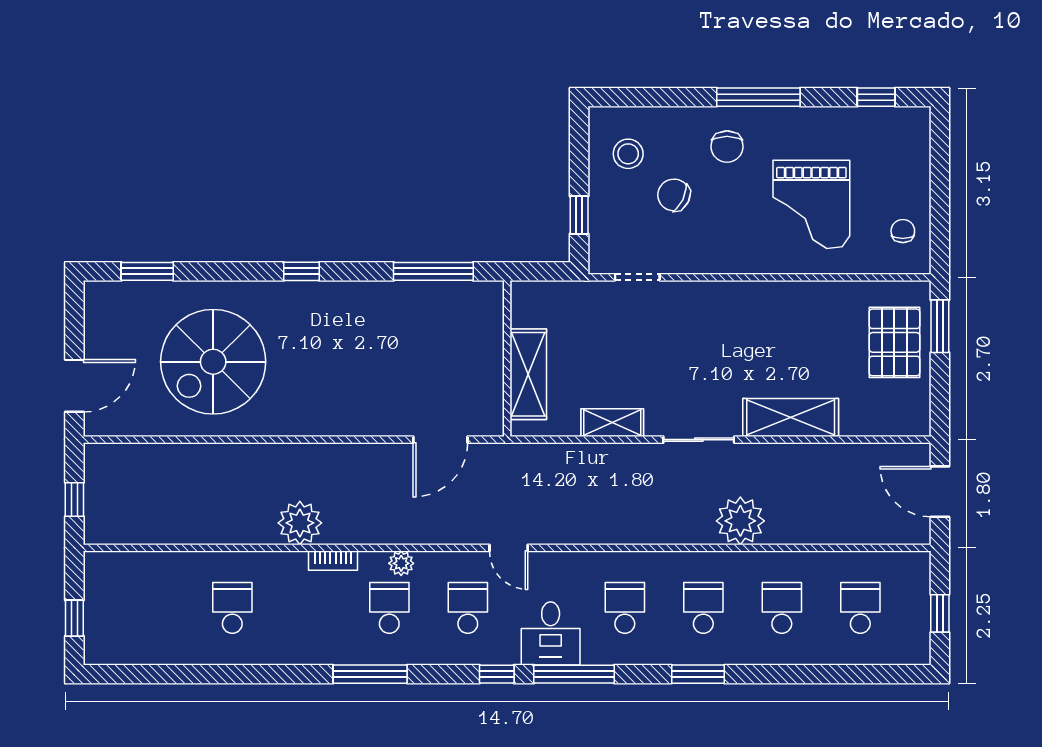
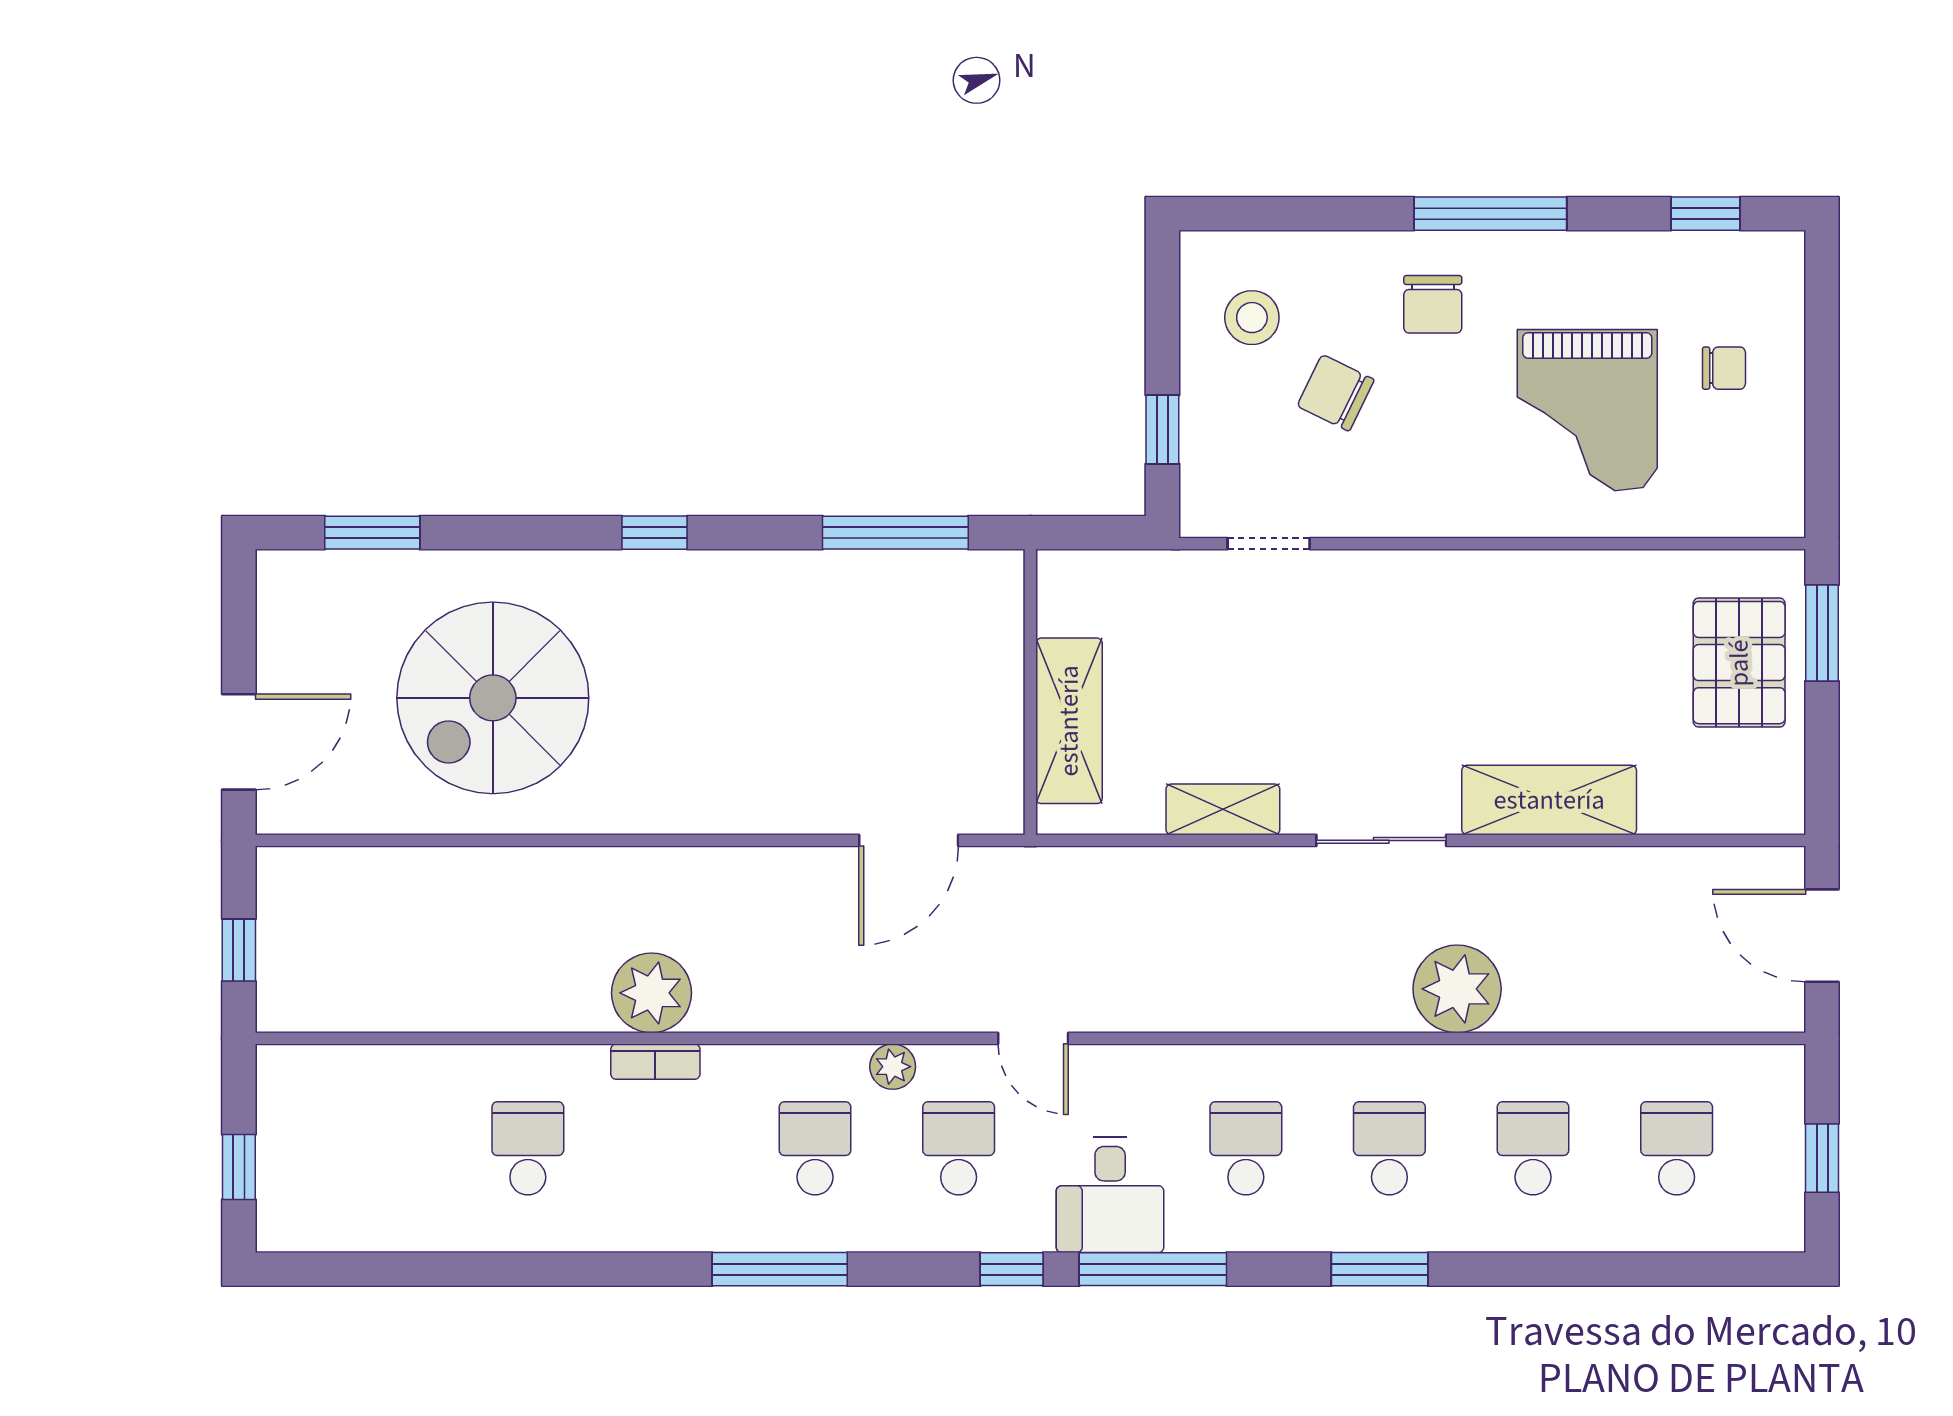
chair: (903, 231) -> (1724, 368), moved, turned 90
bookcase: (333, 561) -> (655, 1062), moved
plant: (401, 563) -> (893, 1067), moved

